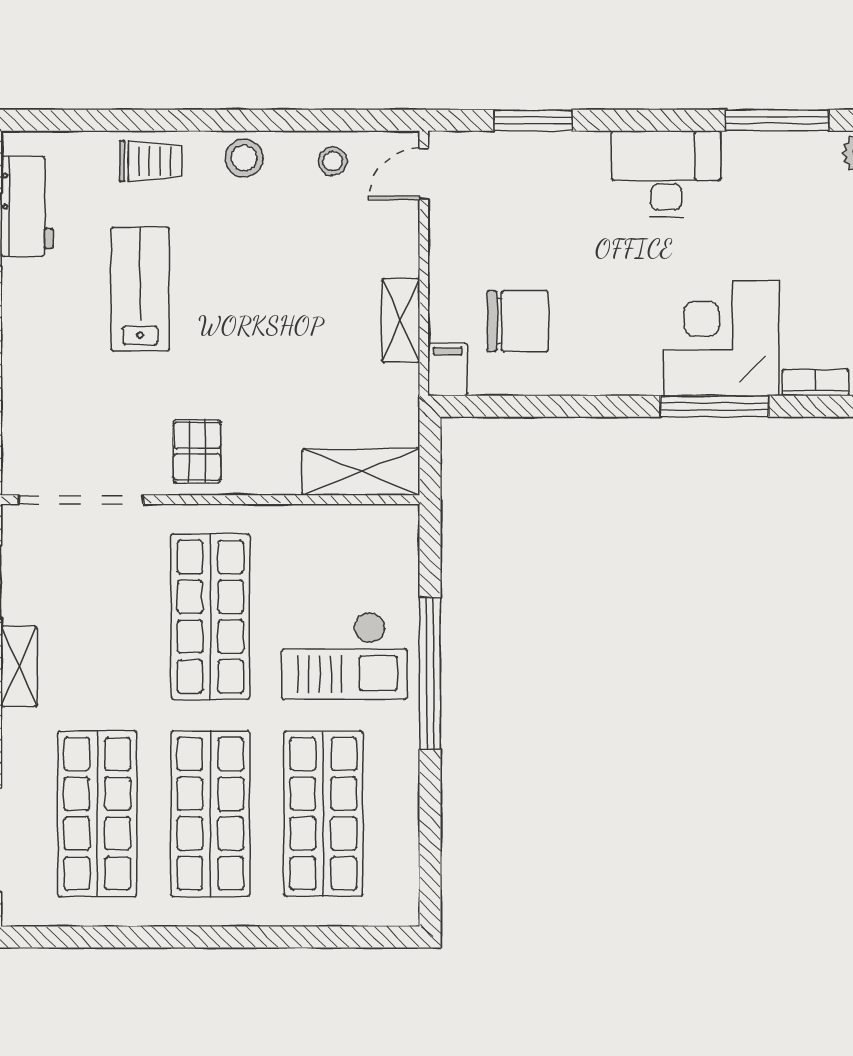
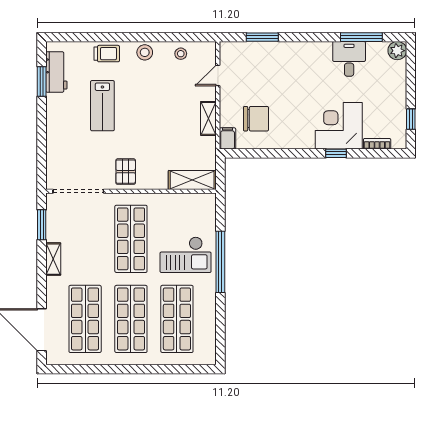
door: (424, 174) -> (218, 76), moved
desk: (666, 174) -> (349, 59), moved, width x0.73
lab bench: (140, 289) -> (102, 106), turned 180
window: (714, 406) -> (336, 153), width x0.46

